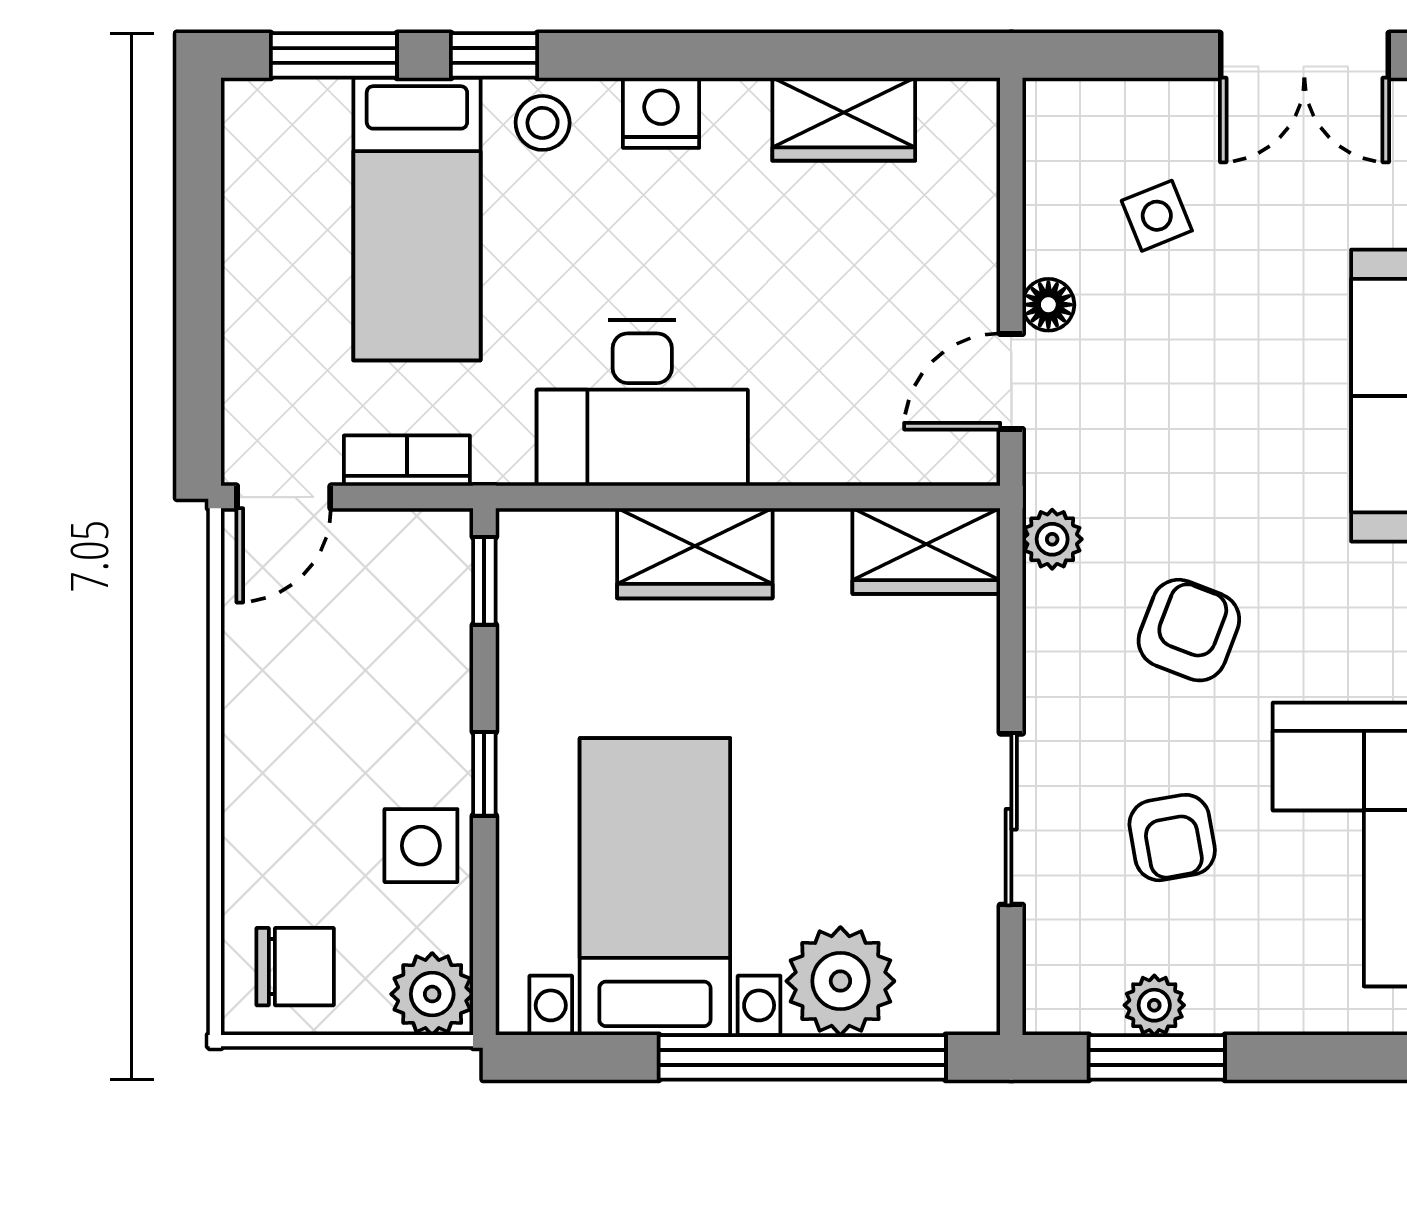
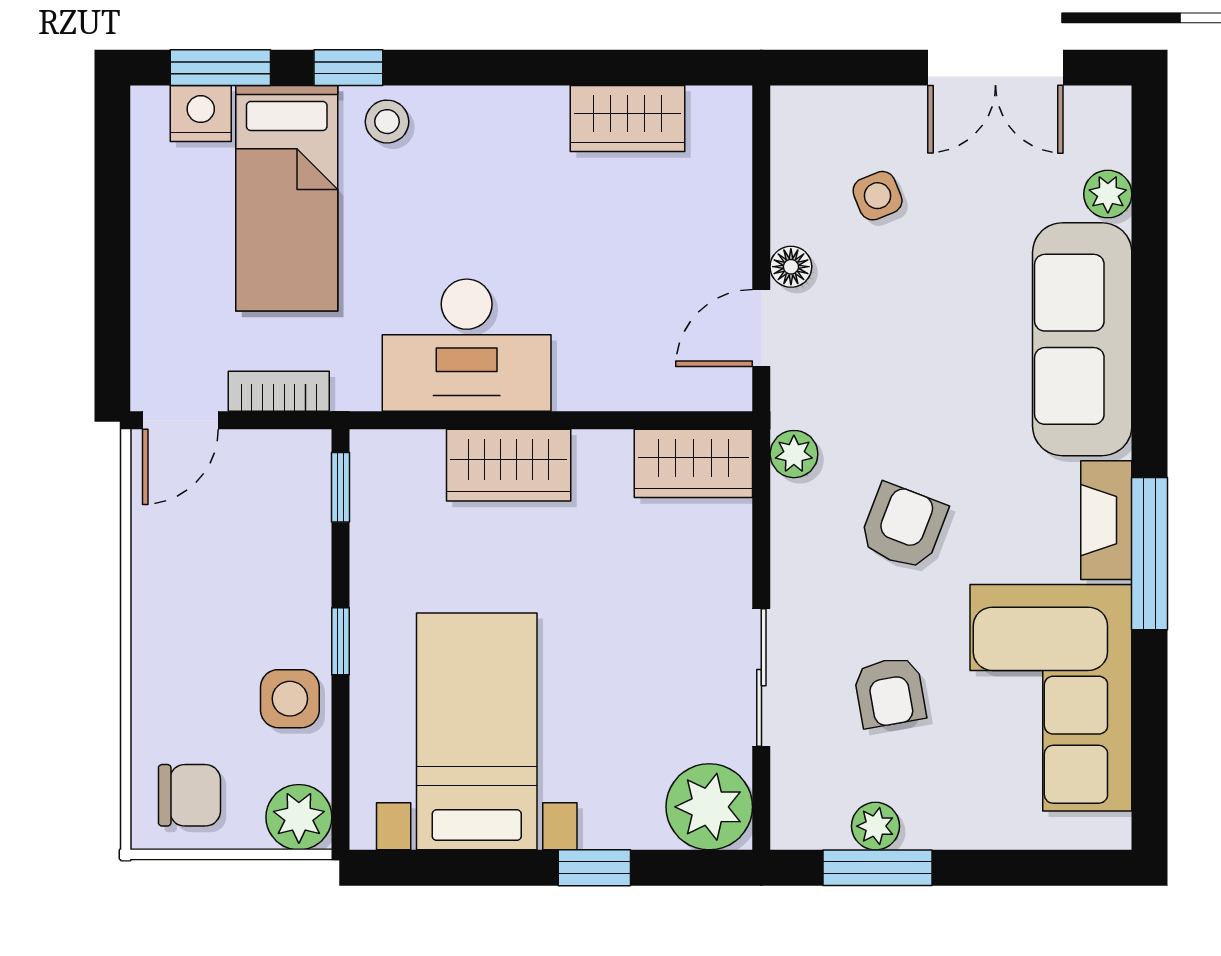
nightstand: (661, 113) -> (201, 114), moved
plant: (840, 981) -> (709, 807), moved
window: (802, 1057) -> (594, 868), width x0.32

